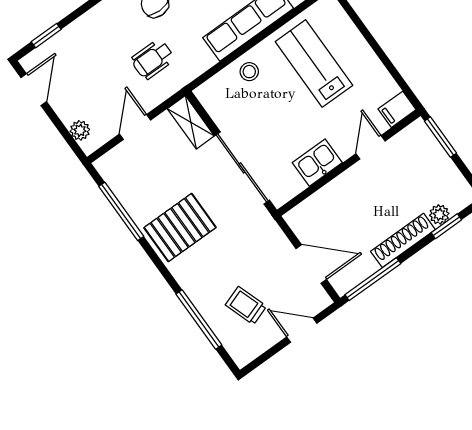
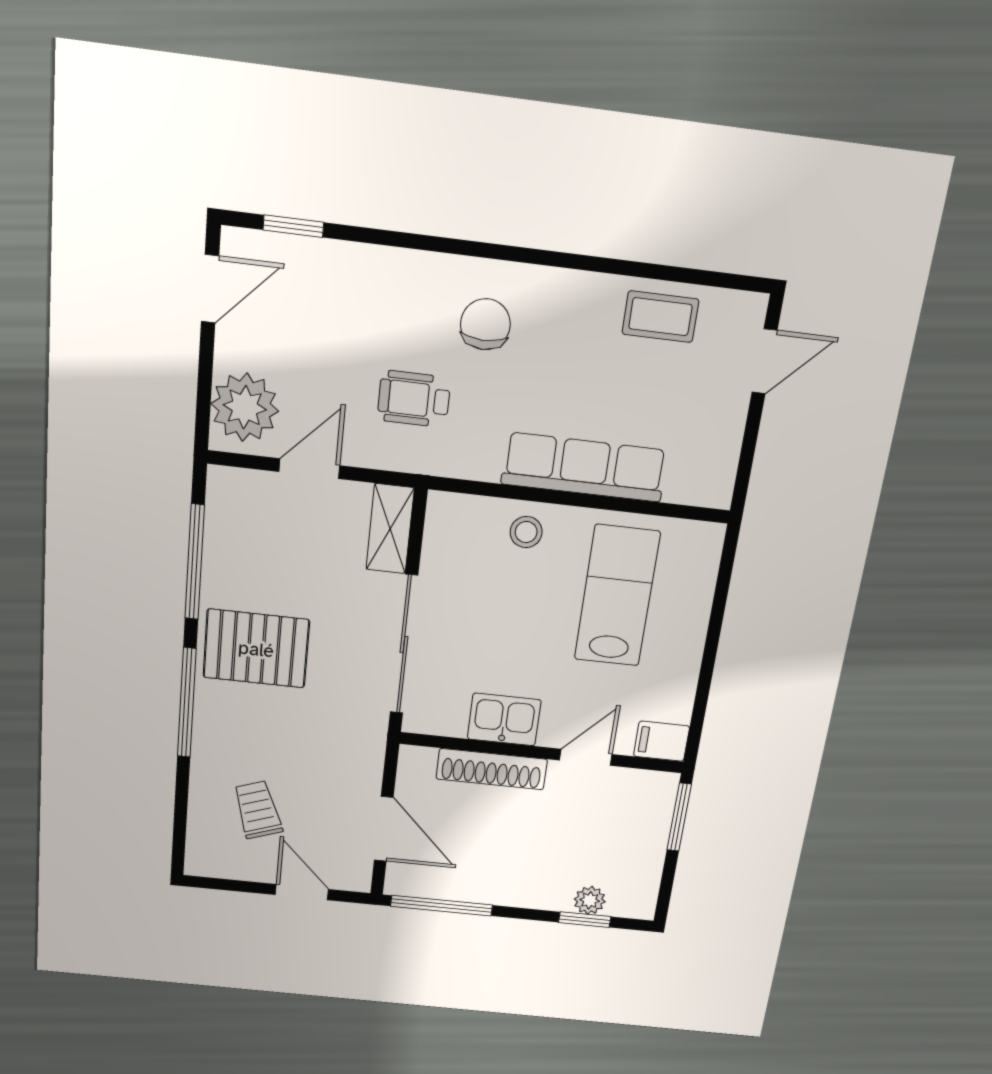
plant: (80, 130) -> (245, 407), width x1.88, depth x1.88
shoe rack: (403, 240) -> (492, 769), moved, turned 180
window: (199, 320) -> (187, 703), moved

